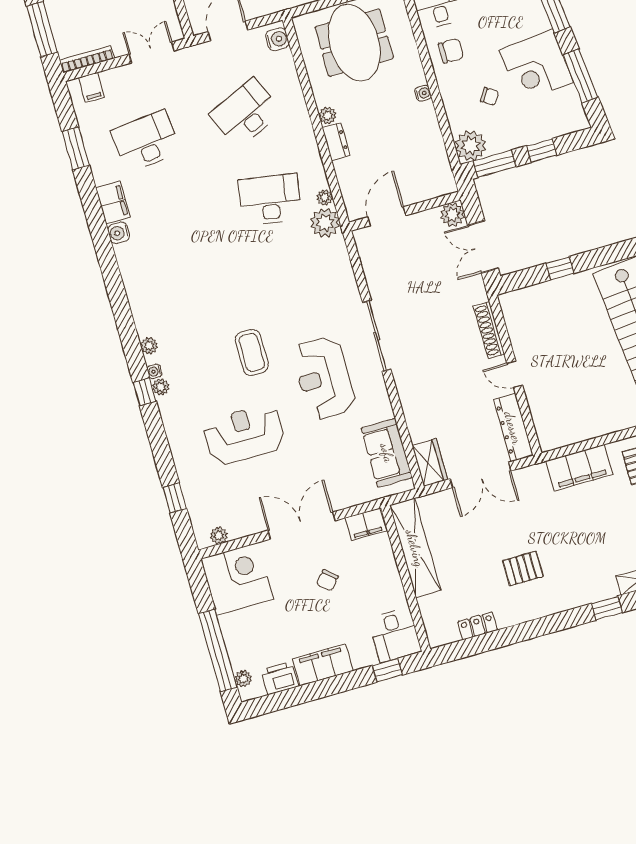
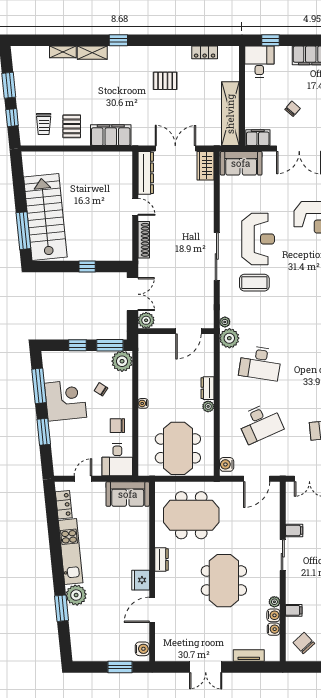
plant: (325, 197) -> (225, 322), moved
coffee table: (252, 353) -> (254, 283), moved, turned 90
sofa: (387, 453) -> (241, 163), moved, turned 90

